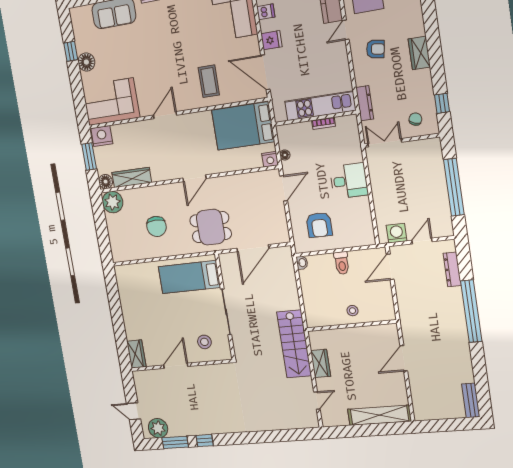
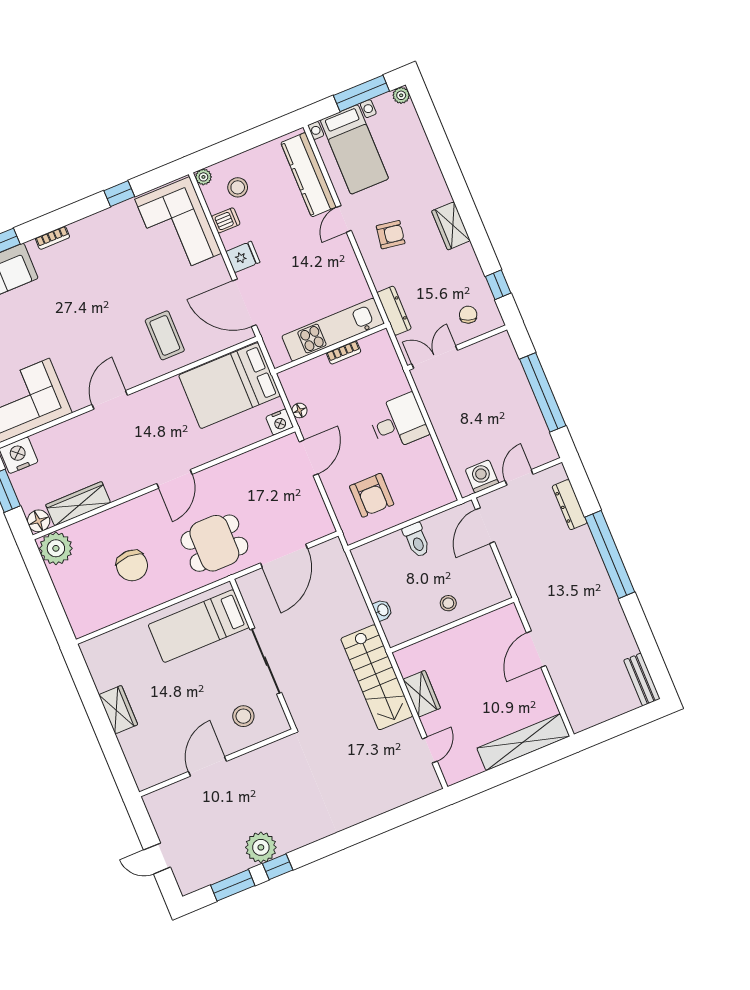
washbasin: (302, 263) -> (382, 610), moved
wardrobe: (136, 354) -> (118, 710), moved
plant: (158, 428) -> (261, 847), moved

